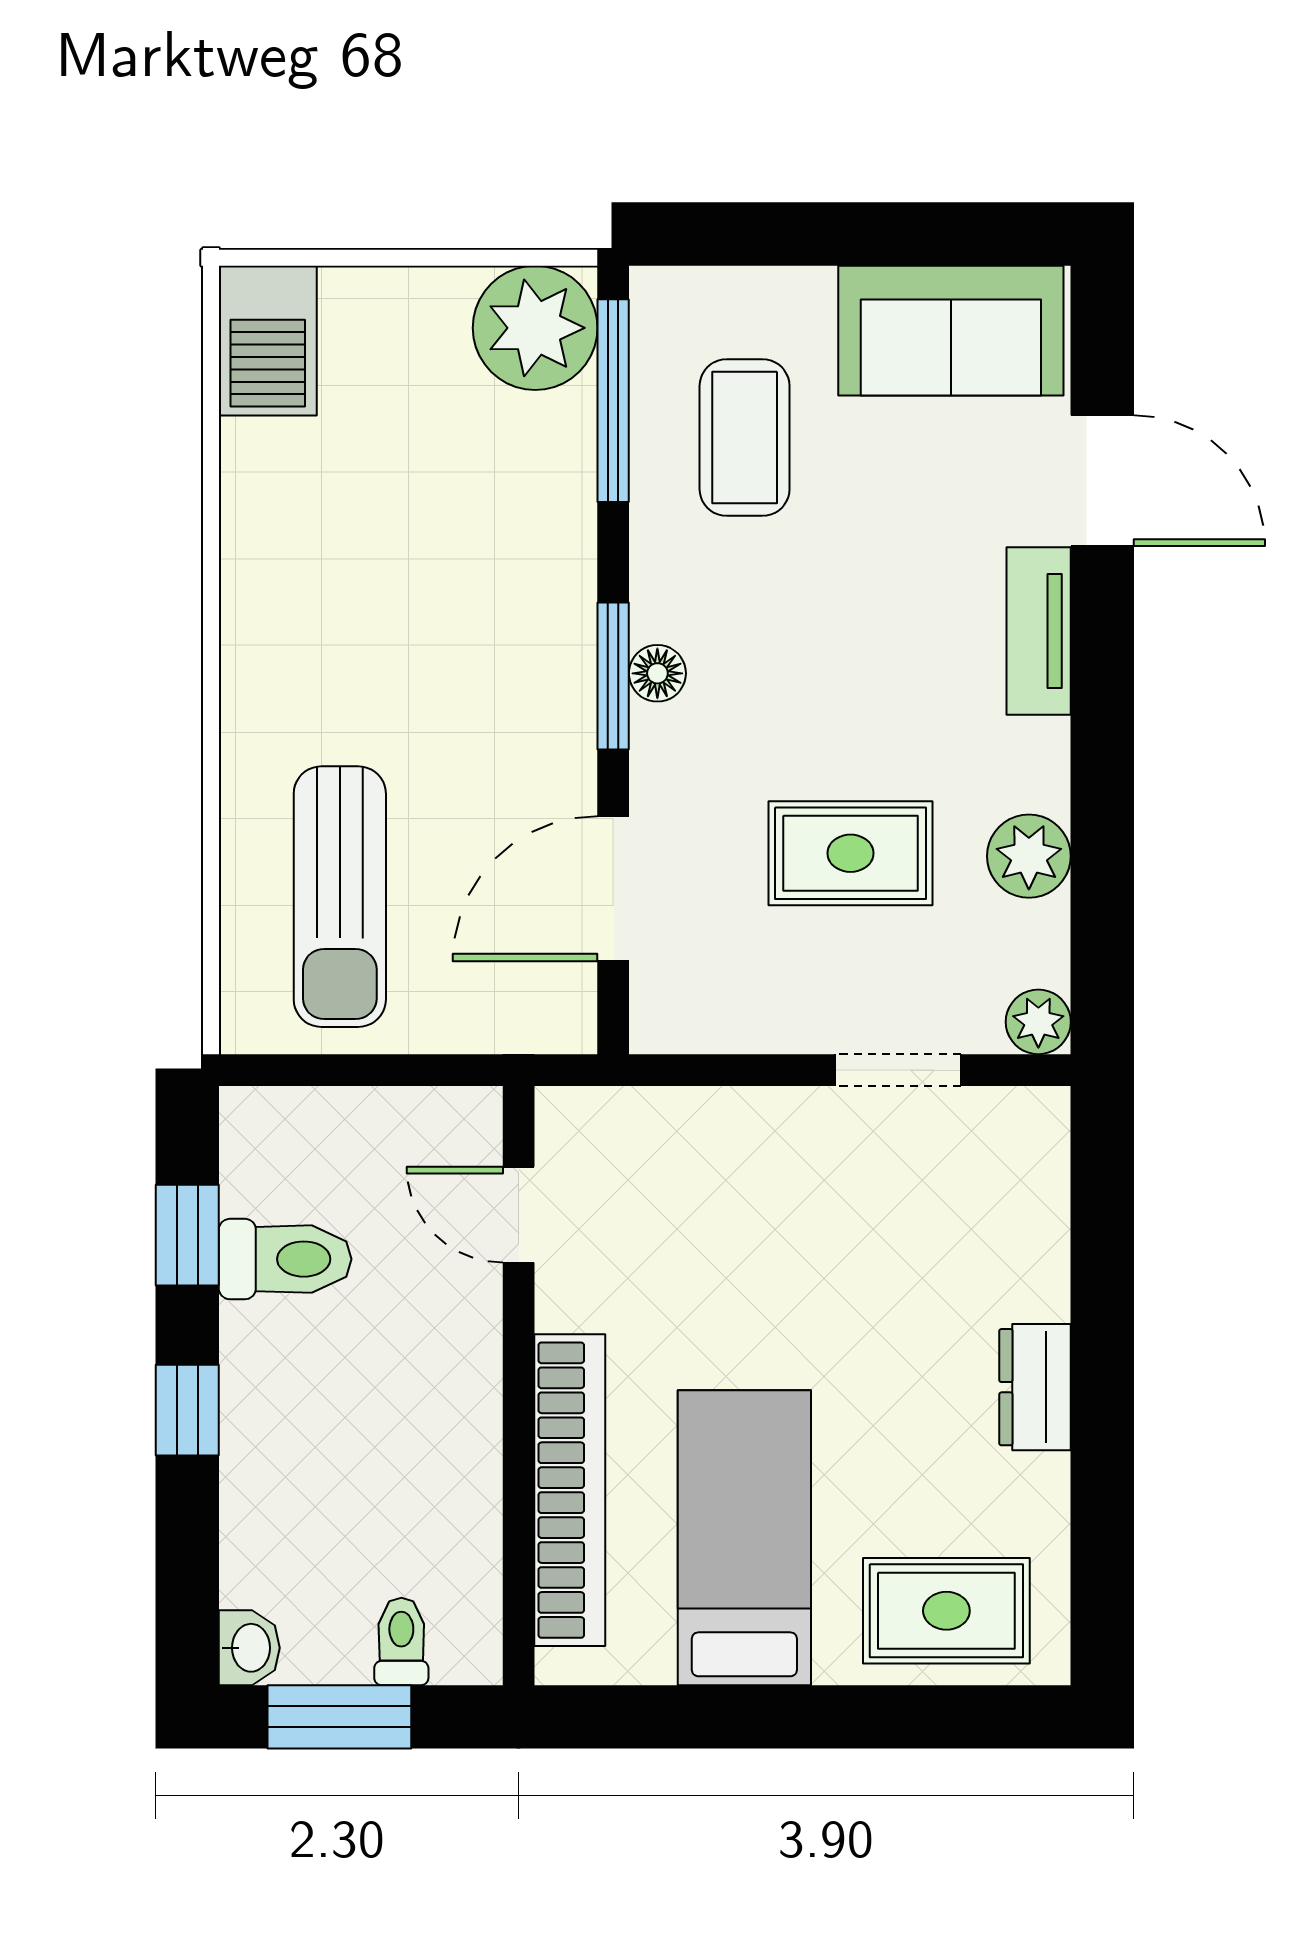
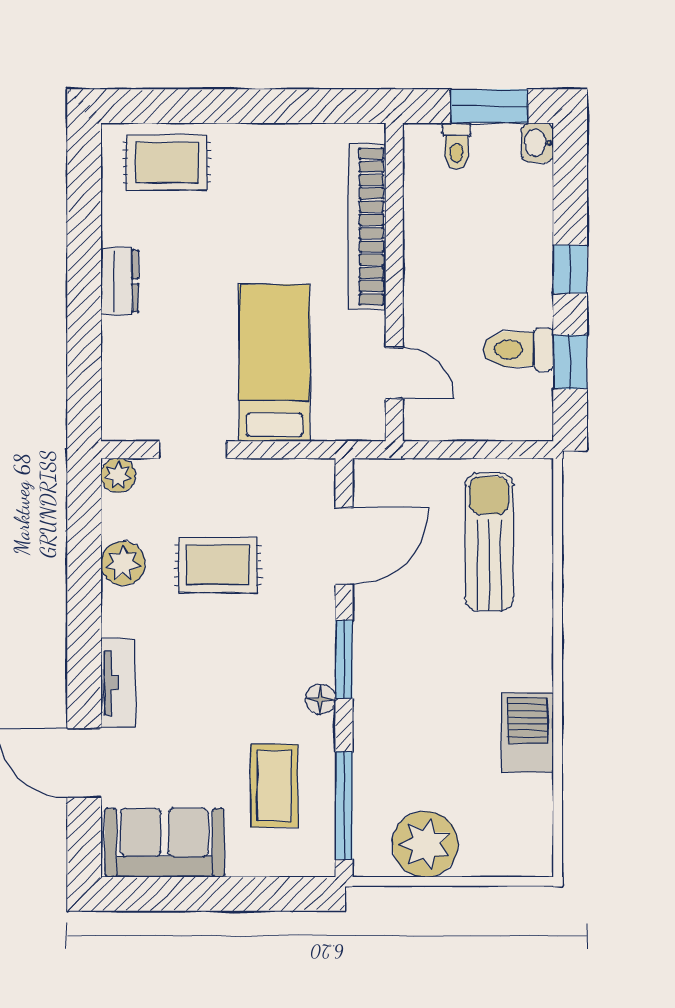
plant: (535, 328) -> (425, 844), moved
barbecue: (268, 341) -> (527, 732), moved
floor lamp: (657, 673) -> (320, 699), moved
bed: (744, 1538) -> (274, 363), moved, turned 180

